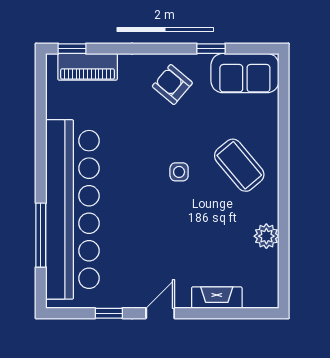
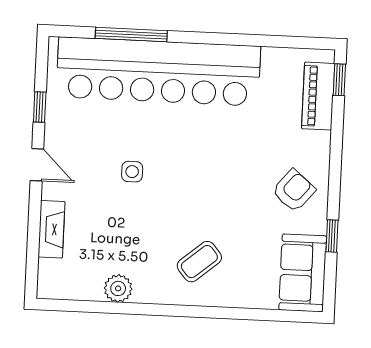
coffee table: (239, 165) -> (199, 262), width x0.73, depth x0.77
side table: (179, 172) -> (132, 172), moved

